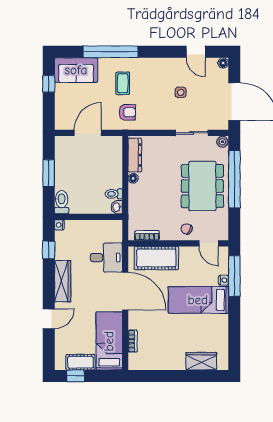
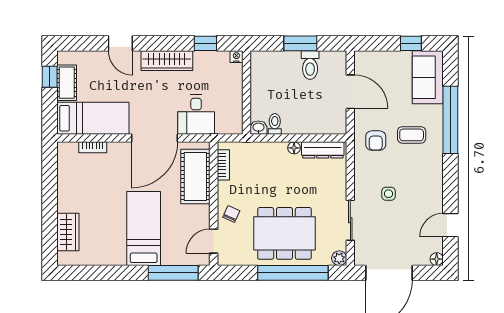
side table: (181, 92) -> (389, 194), moved
toilet: (62, 202) -> (310, 65), moved, turned 90
nightstand: (224, 280) -> (168, 260), removed

